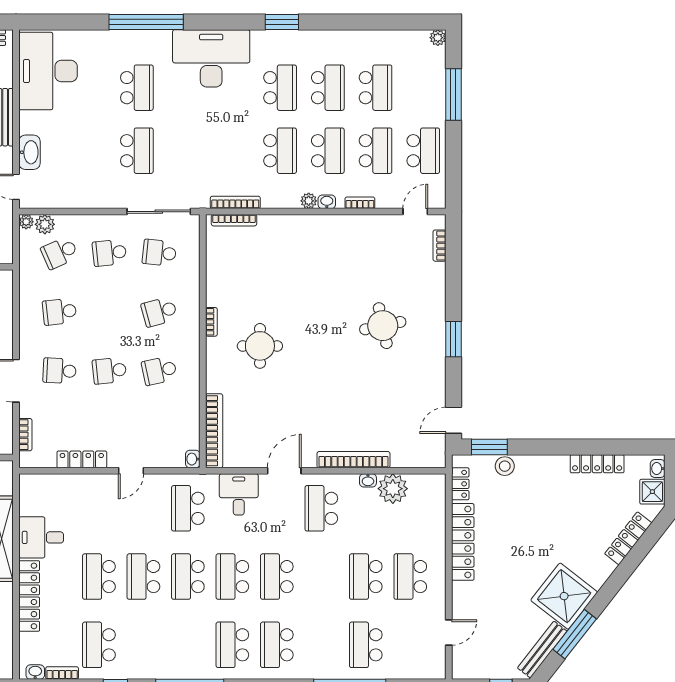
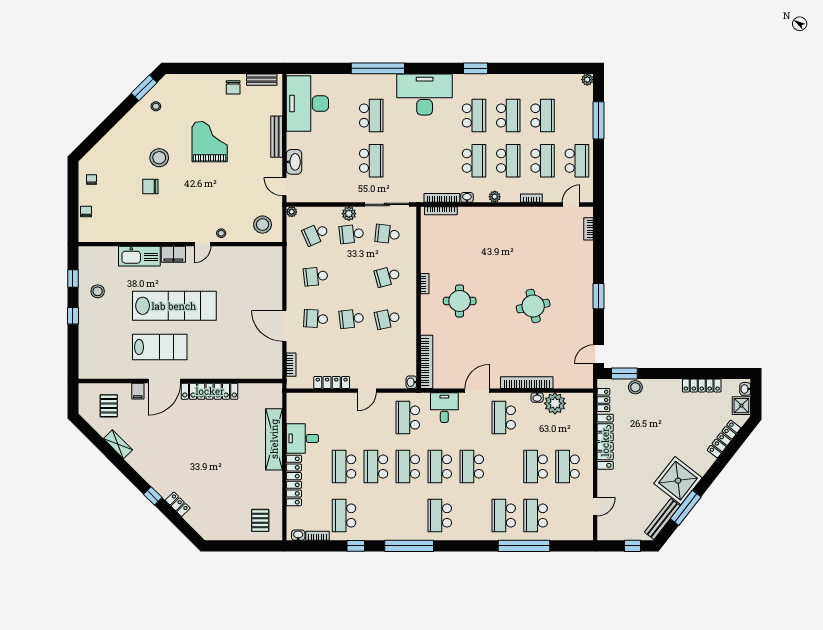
washbasin: (327, 202) -> (467, 197), moved
plant: (45, 224) -> (349, 214), moved
round table: (383, 326) -> (533, 306), moved
school desk: (277, 645) -> (504, 516), moved

